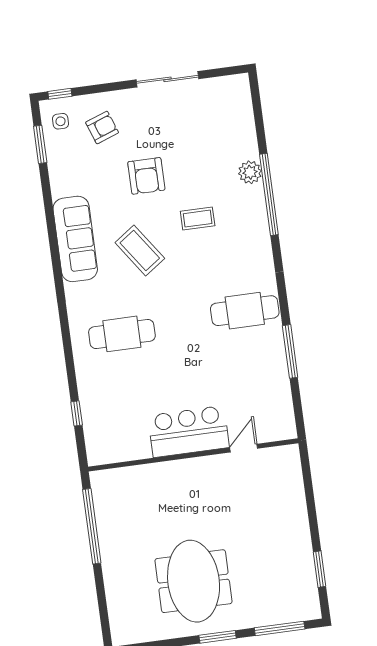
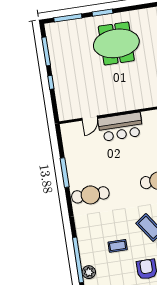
window: (312, 514) -> (51, 82), added
window: (320, 569) -> (46, 51), width x1.44
meeting table: (194, 581) -> (116, 43), turned 90

